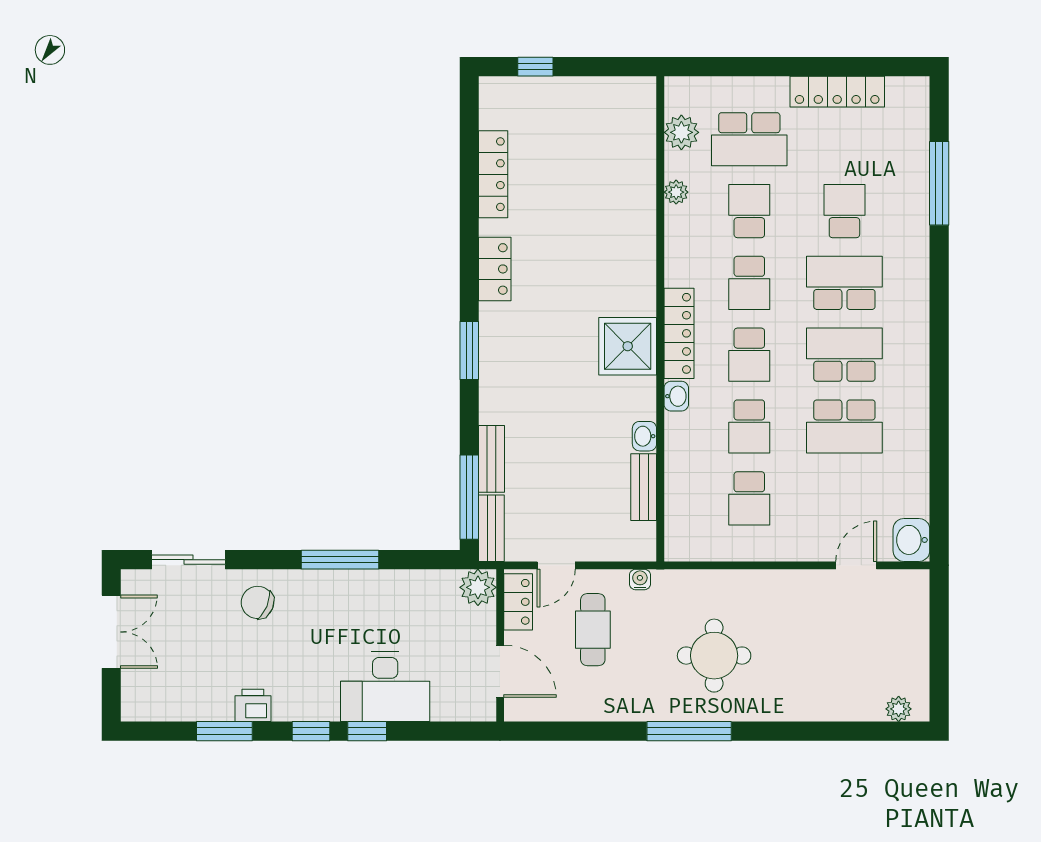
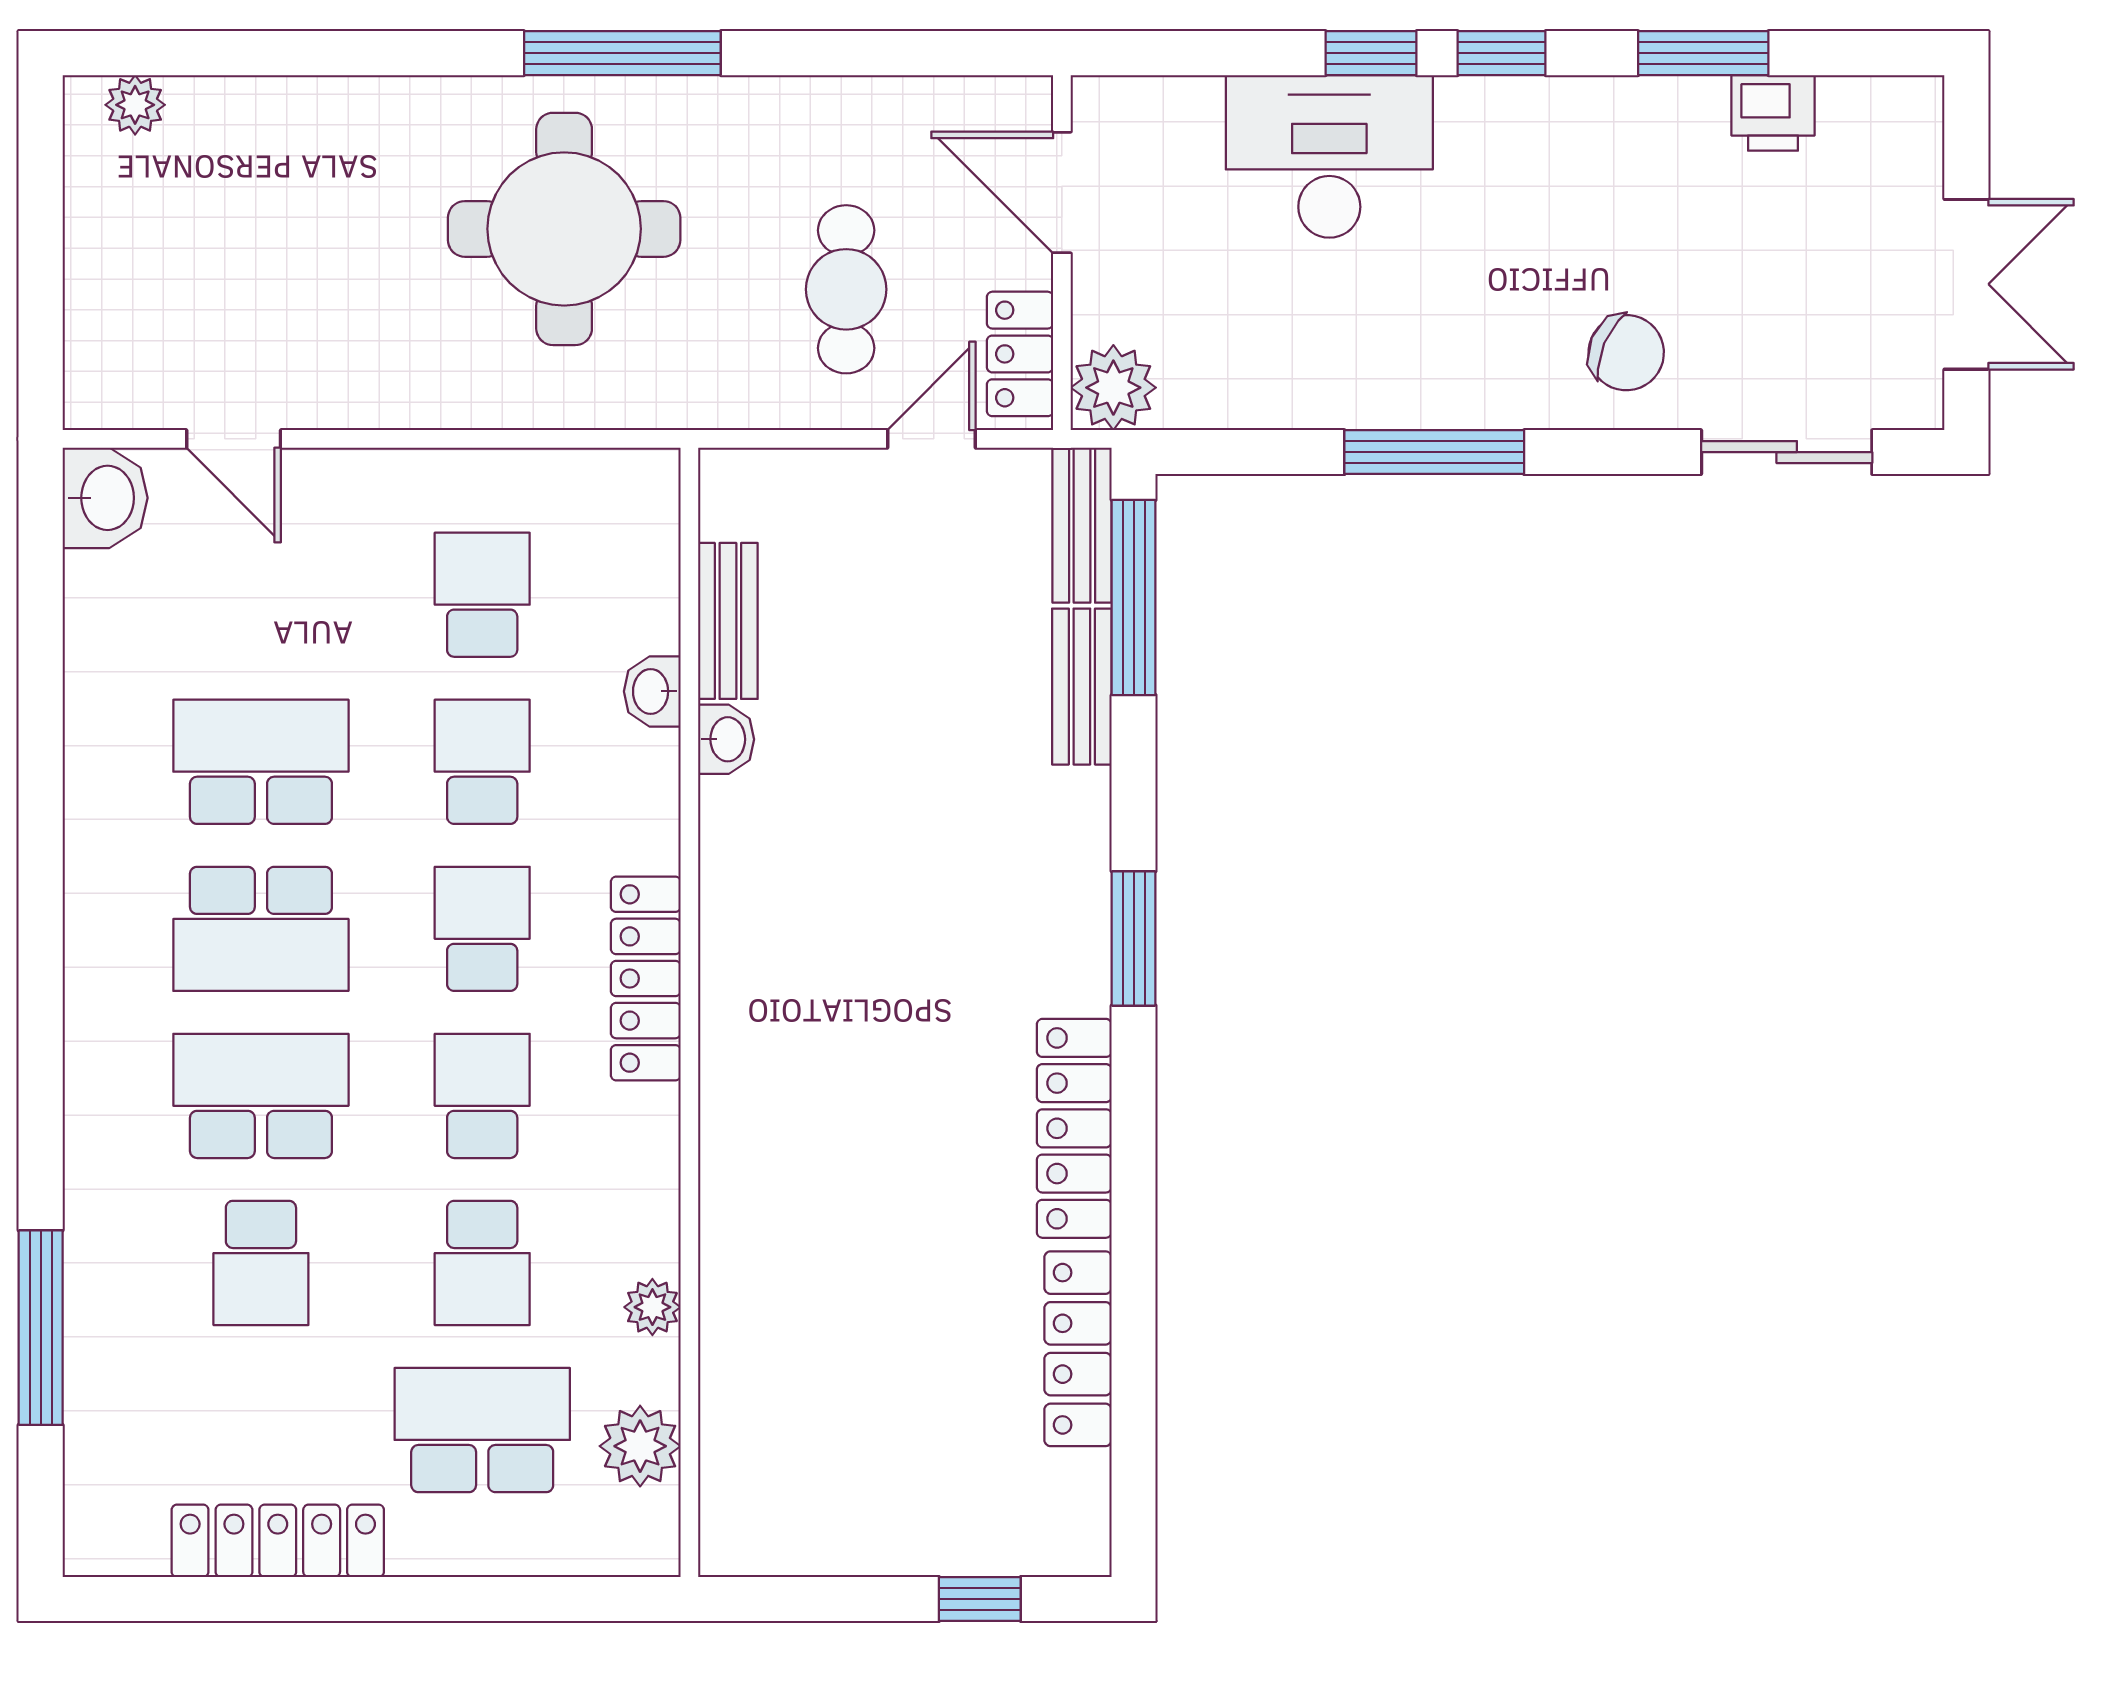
locker: (495, 269) -> (1074, 1128), width x1.53
school desk: (844, 283) -> (261, 1096), turned 180
shower: (628, 346) -> (765, 949), removed
washbasin: (676, 396) -> (652, 691), moved
door: (856, 565) -> (234, 439), hinge flipped
water cooler: (640, 579) -> (737, 406), removed
double door: (111, 632) -> (1966, 284), swing flipped
round table: (714, 656) -> (564, 229), width x1.36, depth x1.36
printer: (253, 705) -> (1773, 113), moved

